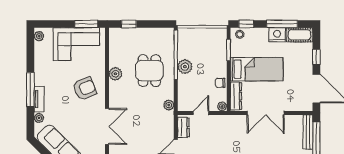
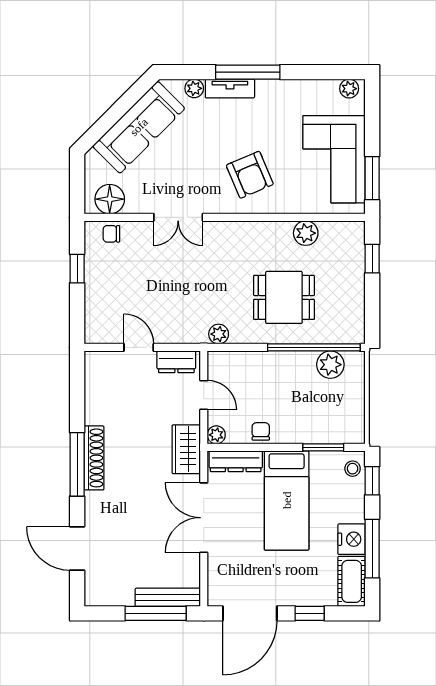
plant: (185, 67) -> (330, 365), moved
plant: (115, 74) -> (306, 233), moved
wardrobe: (230, 122) -> (186, 449), added
double door: (107, 126) -> (178, 217), width x0.73

